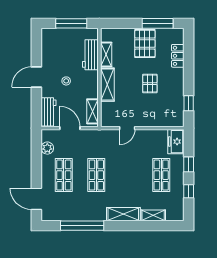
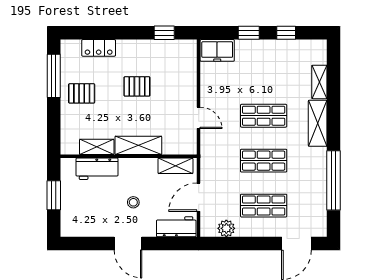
window: (71, 23) -> (54, 195), width x0.69
pallet: (145, 44) -> (82, 93), width x0.67, depth x0.71
shop shelf: (161, 175) -> (264, 116), moved

